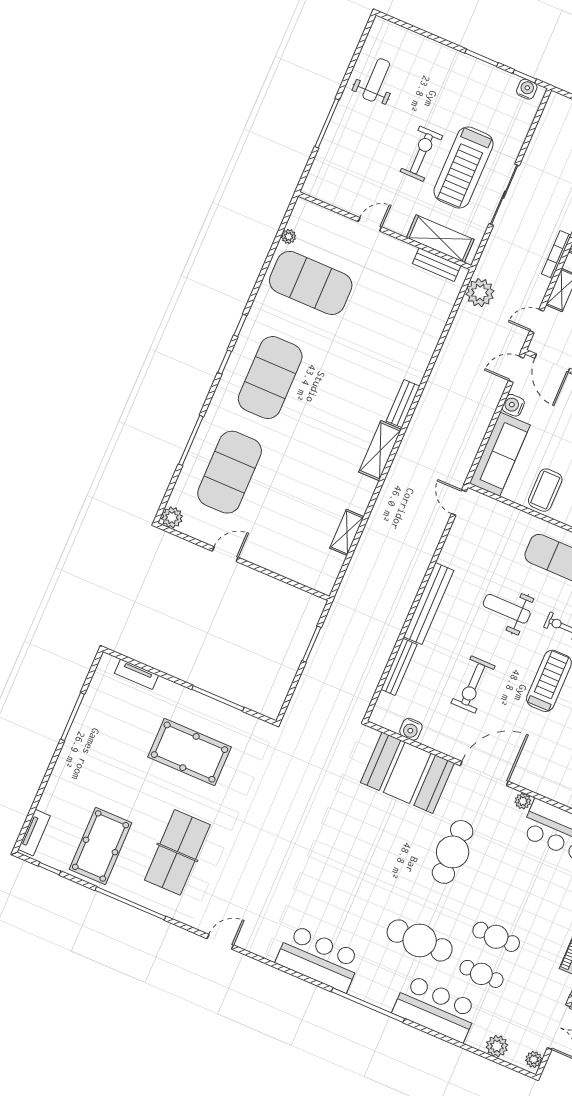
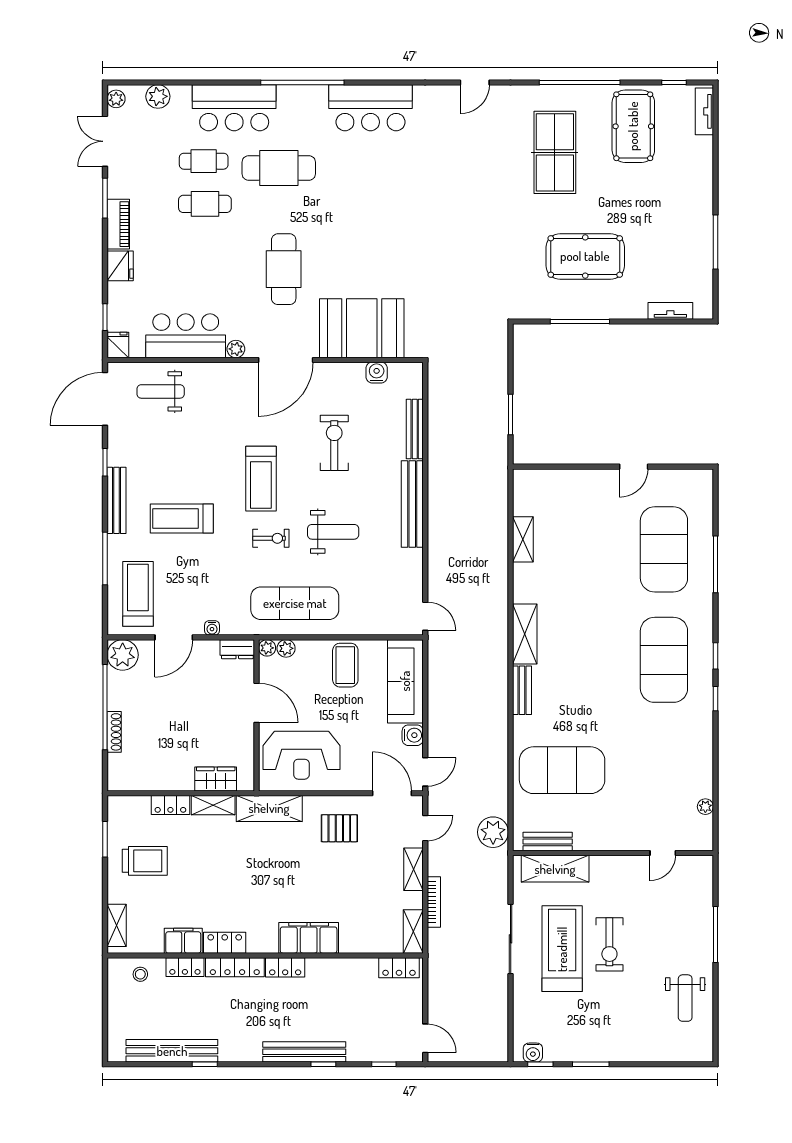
door: (370, 224) -> (663, 853), moved
exercise mat: (311, 283) -> (562, 770), moved
plant: (172, 517) -> (702, 480), removed

